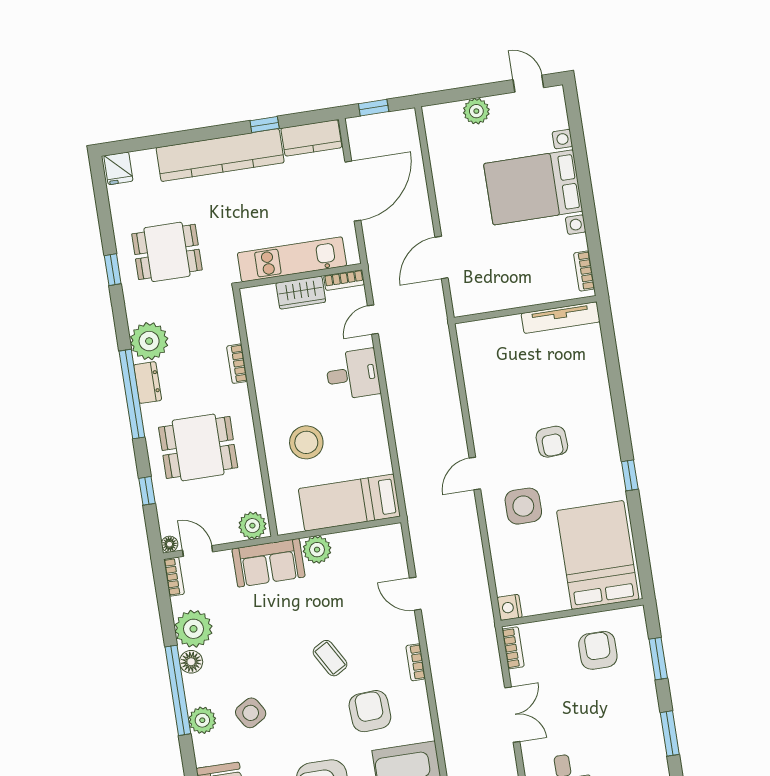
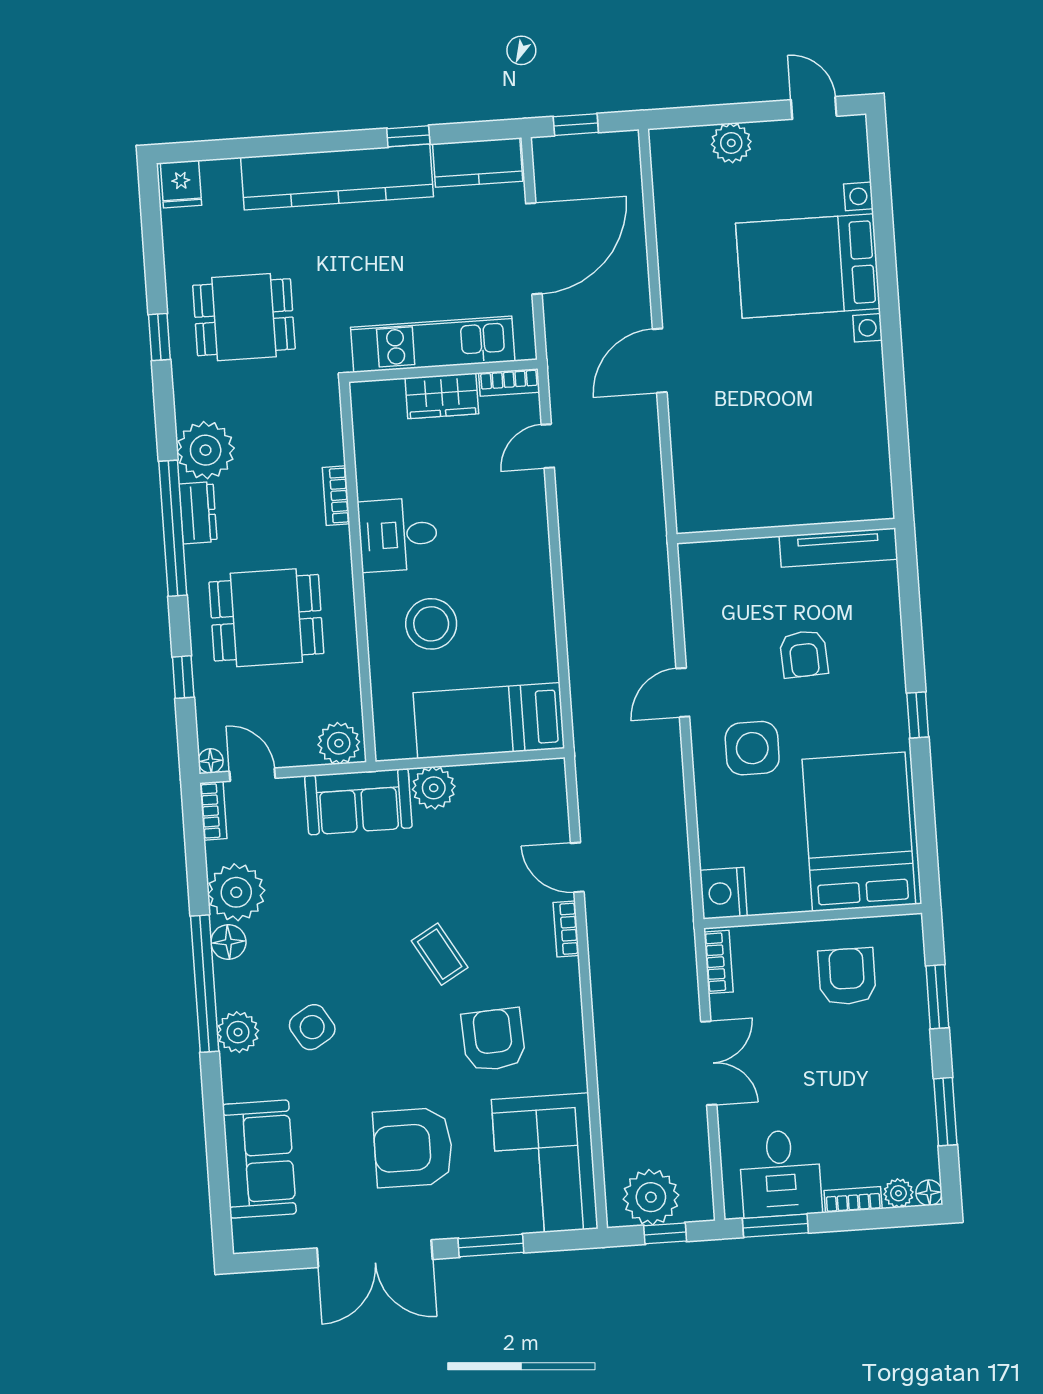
bookcase: (584, 271) -> (874, 399), removed
wall: (525, 310) -> (786, 531), moved
tv unit: (561, 318) -> (838, 548), moved
desk: (353, 374) -> (398, 535), moved, turned 180
nightstand: (510, 607) -> (723, 893), width x1.36, depth x1.33
bookcase: (416, 662) -> (566, 929), moved

